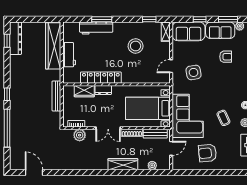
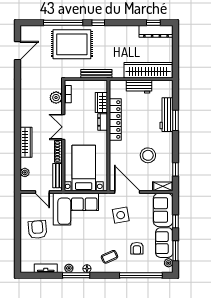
door: (171, 66) -> (127, 192), width x1.87
coffee table: (223, 118) -> (109, 257), moved
rug: (28, 120) -> (72, 44), added

